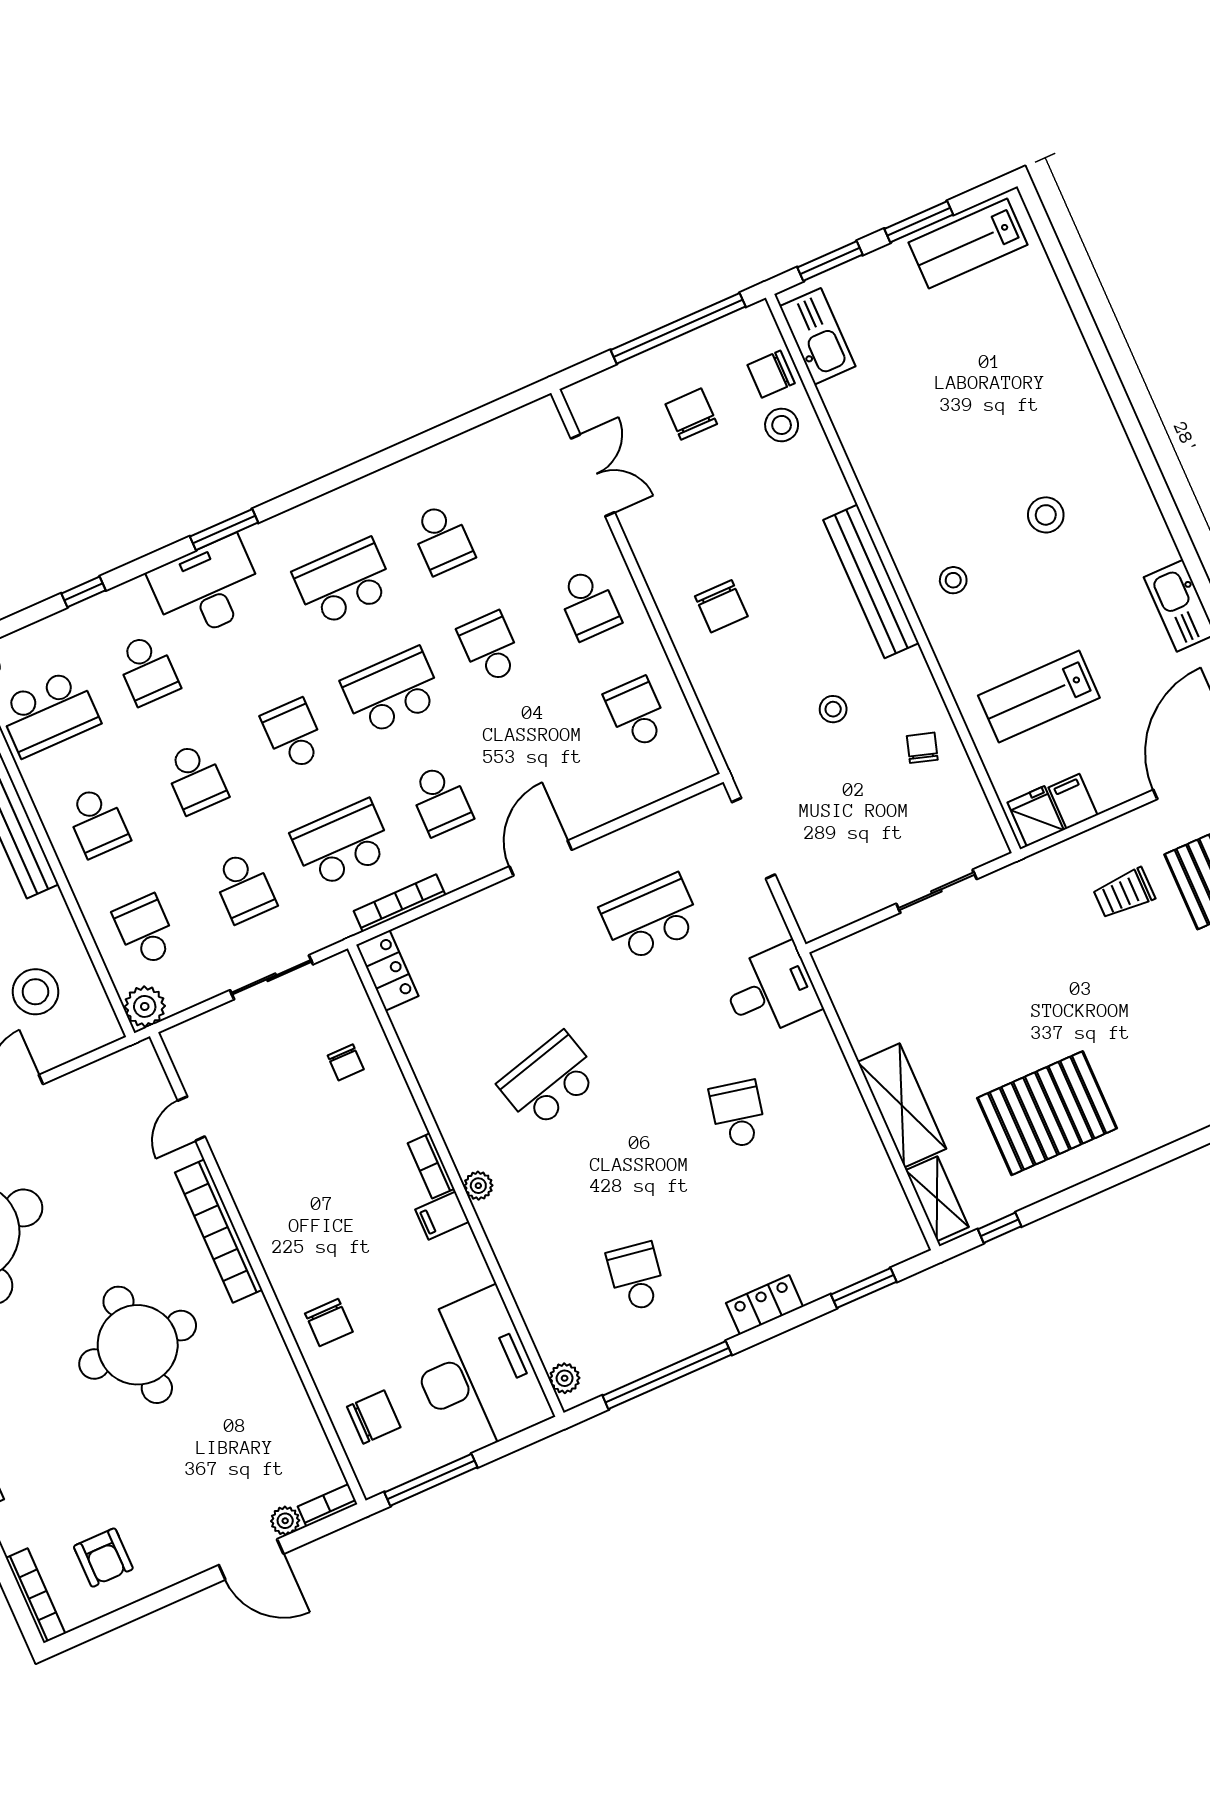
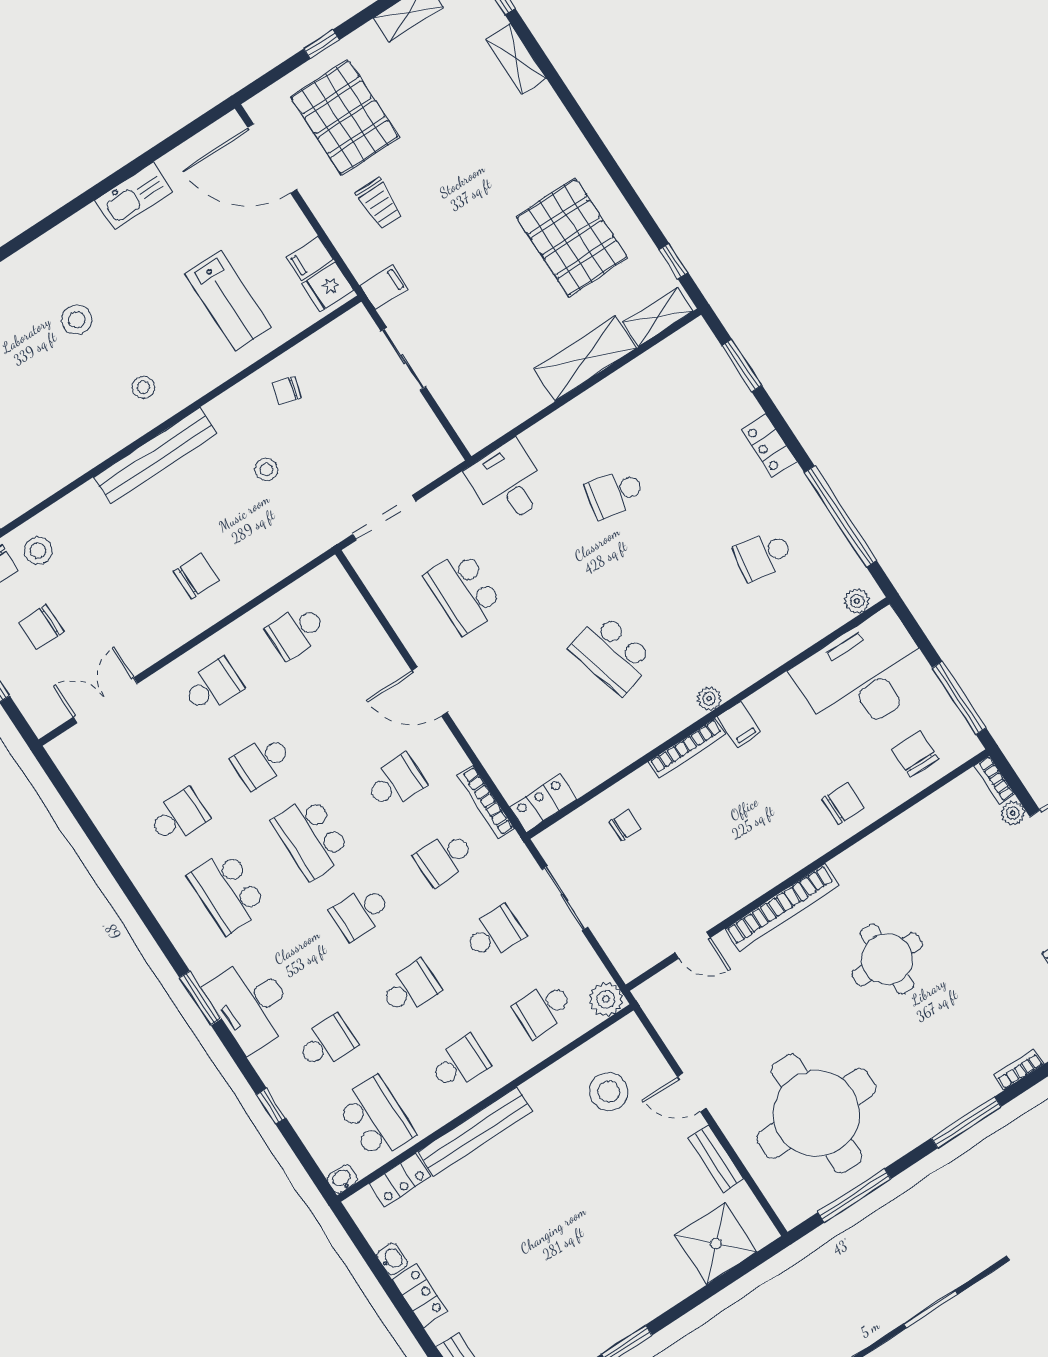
school desk: (342, 844) -> (444, 858), width x0.54
filing cabinet: (1025, 882) -> (384, 287), added
bookcase: (431, 1166) -> (687, 748), width x1.56
round table: (138, 1345) -> (887, 959), width x0.73, depth x0.73

